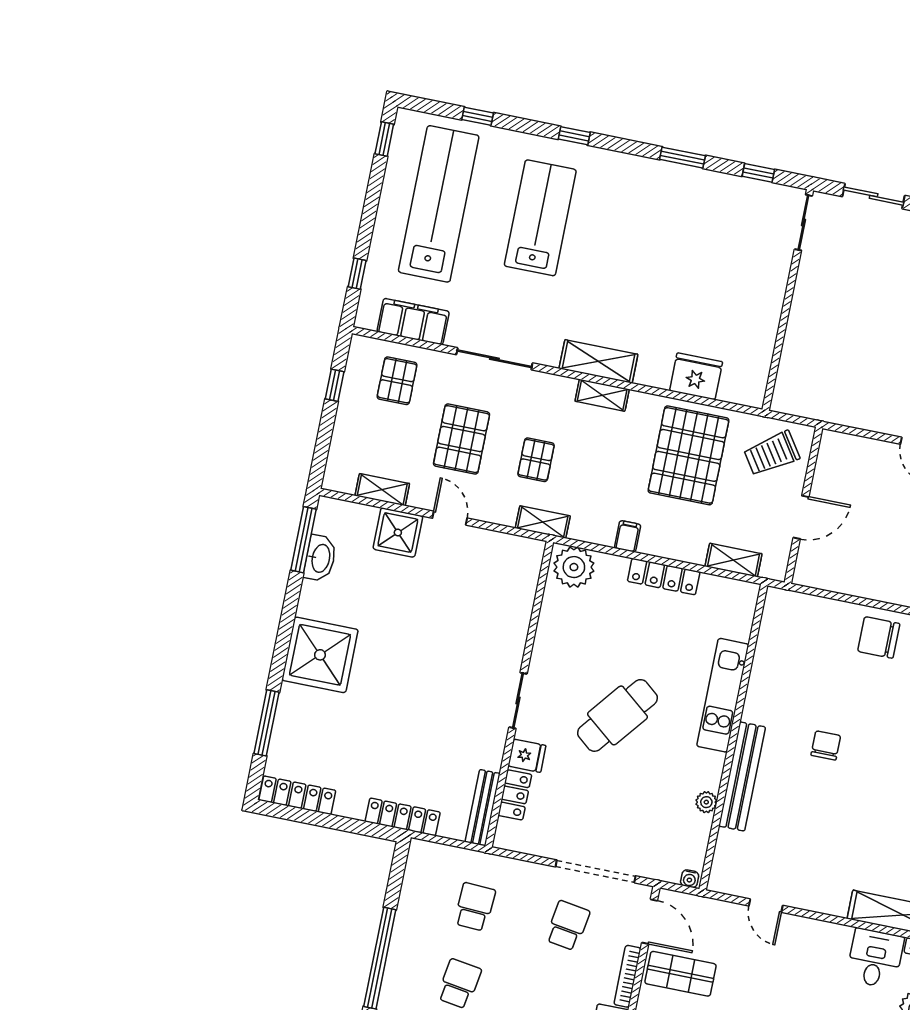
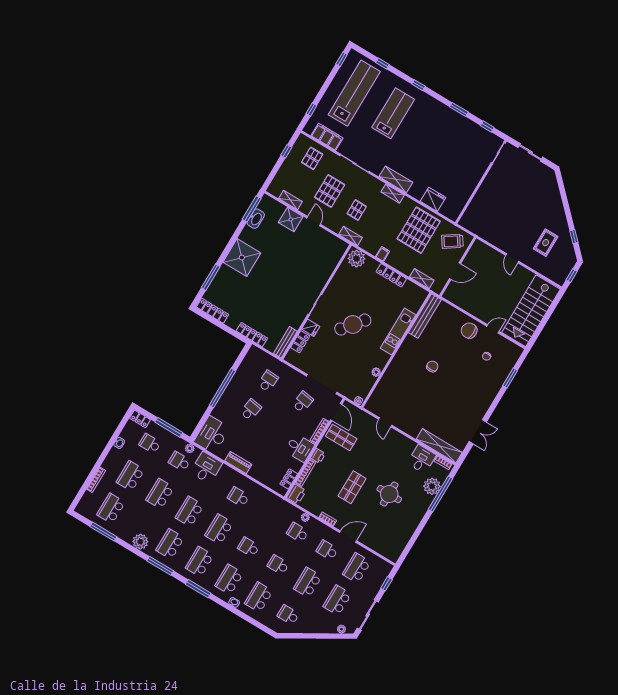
bench: (742, 776) -> (425, 316), moved

